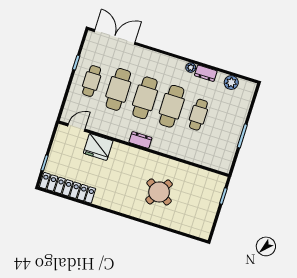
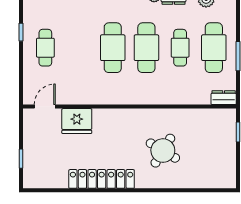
cafe table: (118, 89) -> (214, 48), moved
dresser: (140, 140) -> (224, 98), moved
locker: (68, 188) -> (102, 179), moved

